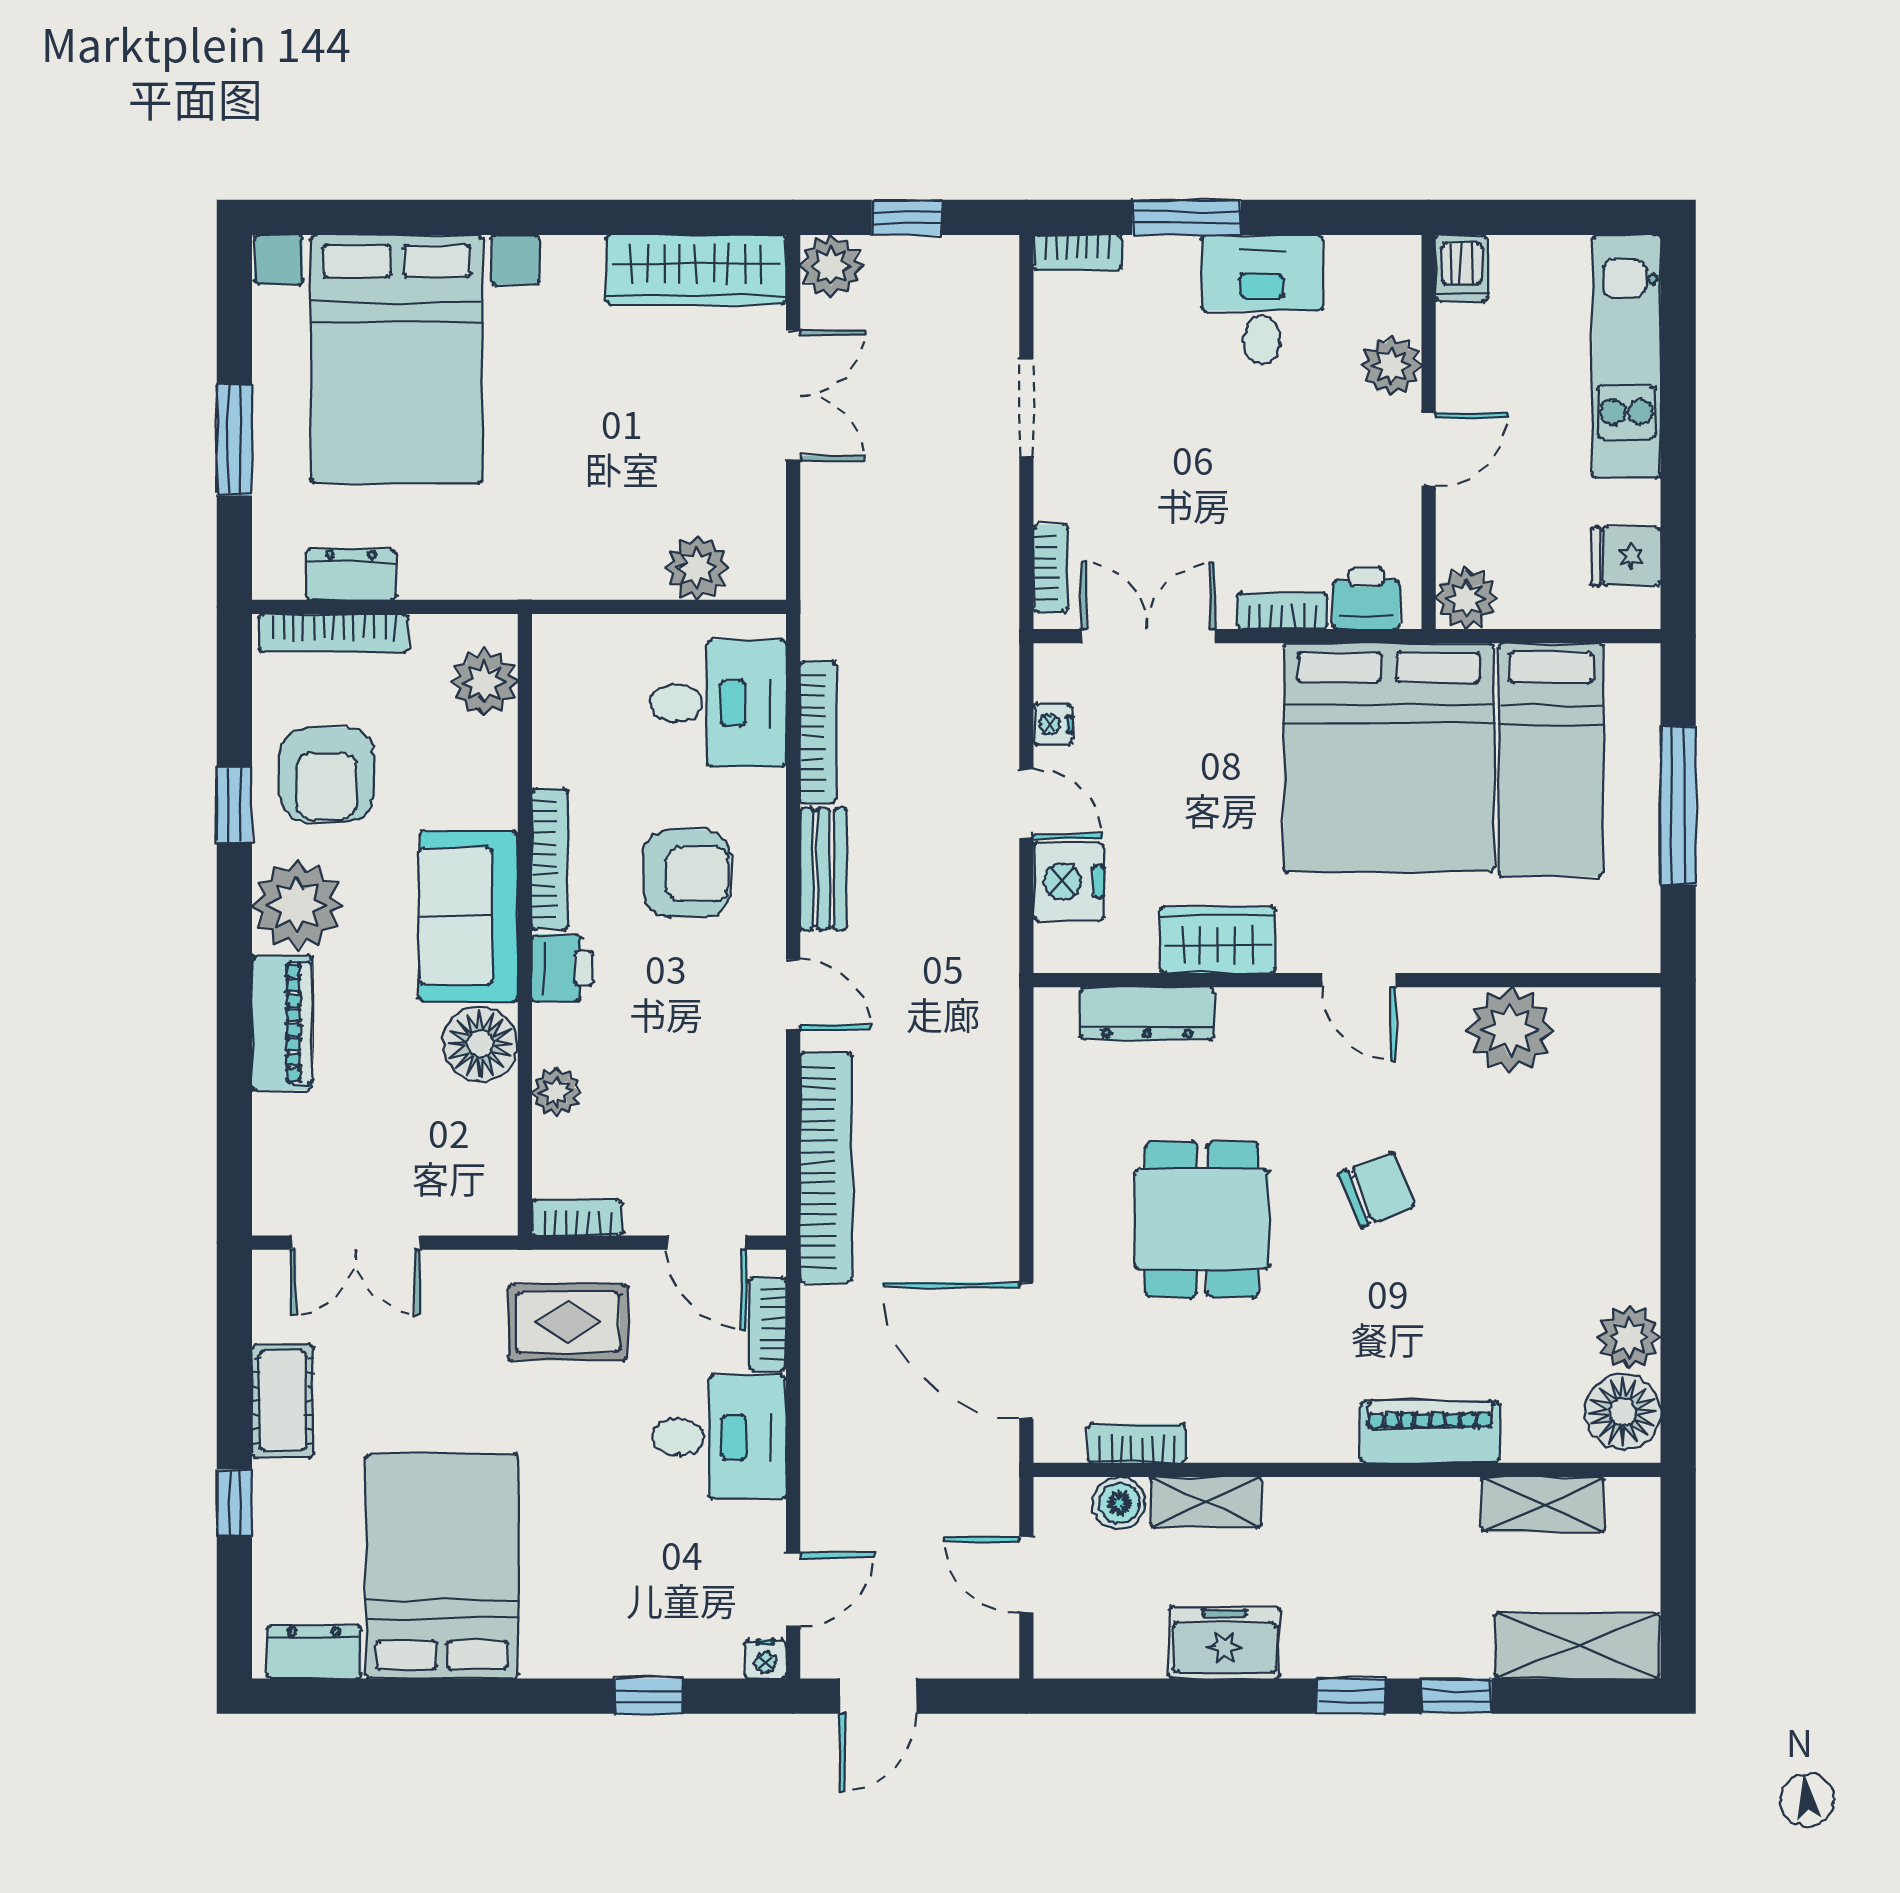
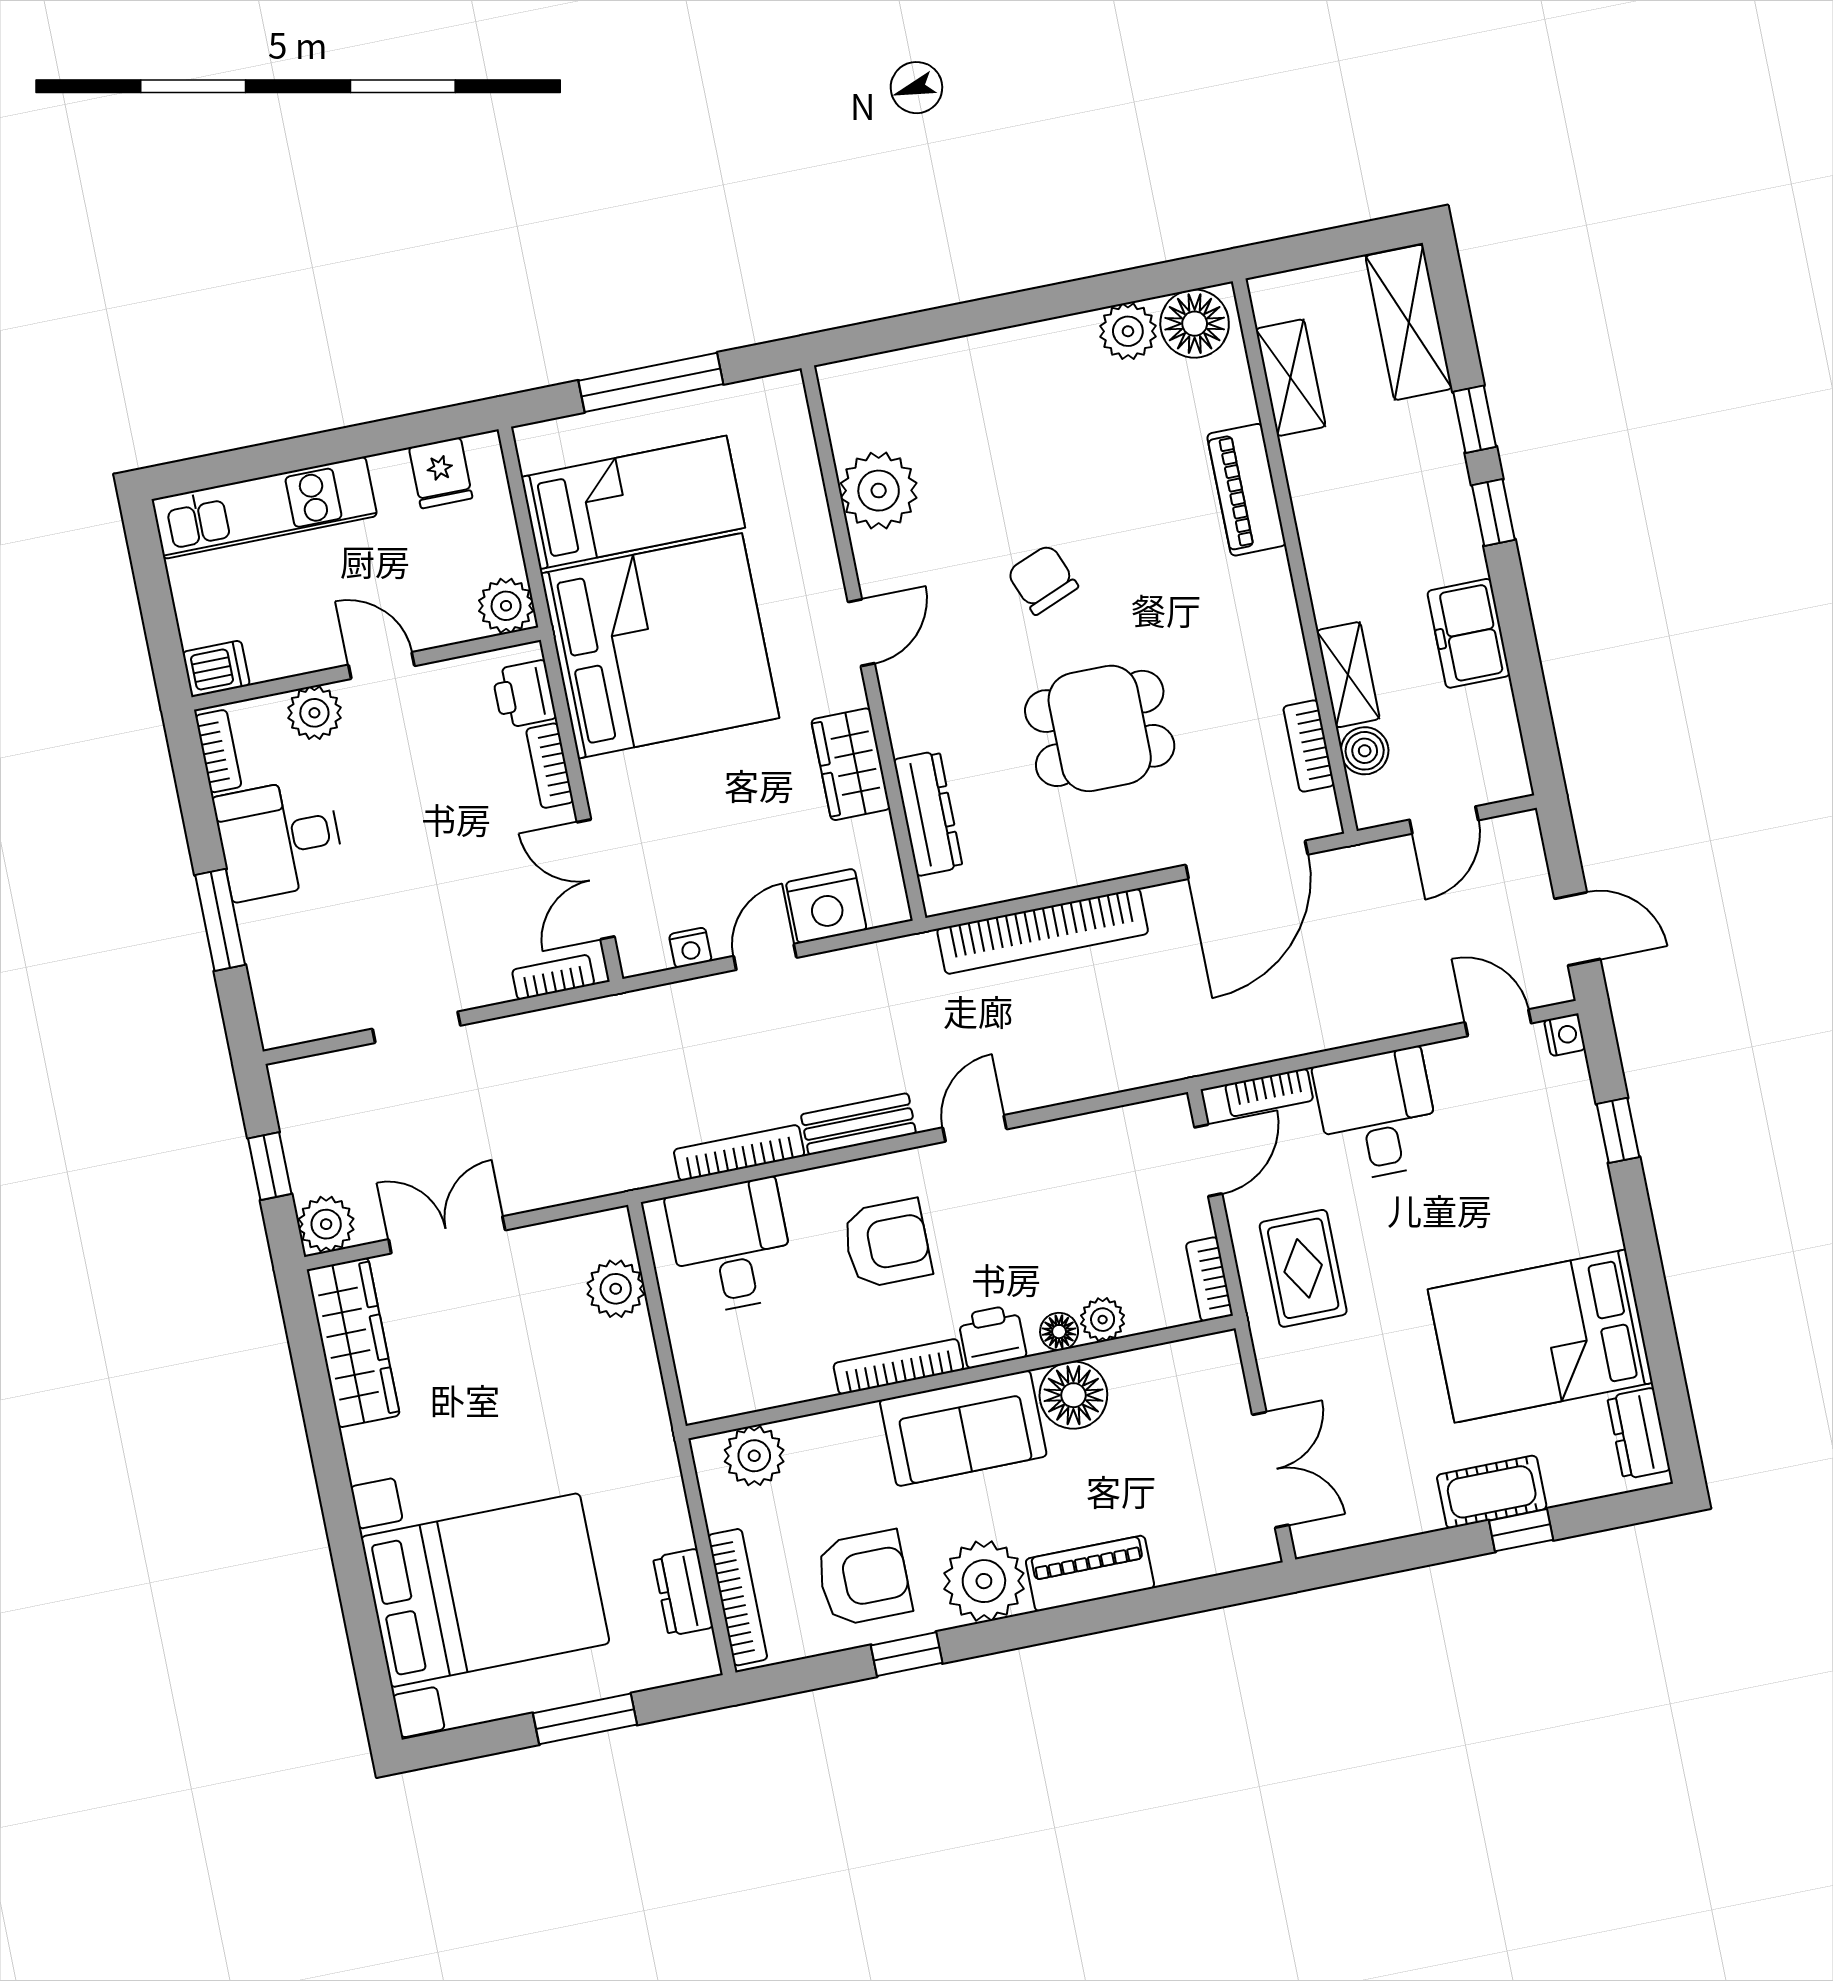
bookcase: (1077, 253) -> (218, 751), moved
armchair: (687, 874) -> (887, 1243), turned 90
floor lamp: (553, 1042) -> (1059, 1332), added
bookcase: (826, 1168) -> (1043, 931), moved, turned 180
cot: (283, 1401) -> (1492, 1492), moved

